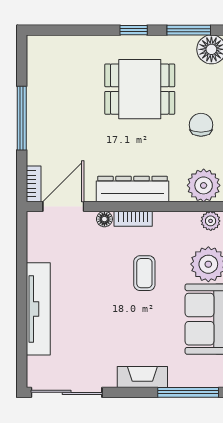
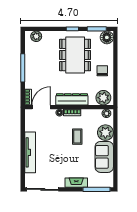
plant: (52, 47) -> (36, 36), added
dining table: (140, 89) -> (75, 55), width x1.38

